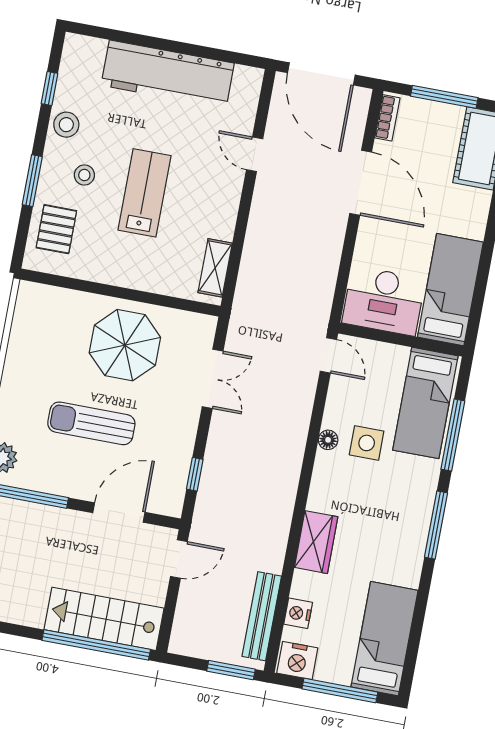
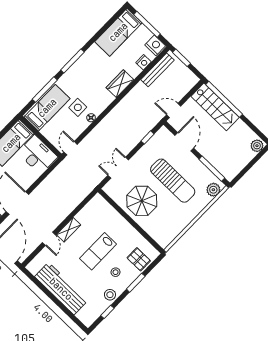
pallet: (56, 229) -> (139, 259), turned 90
shelving: (215, 268) -> (69, 230), moved
sun lounger: (91, 423) -> (173, 181), width x1.36, depth x1.34
door: (119, 513) -> (184, 142), swing flipped

